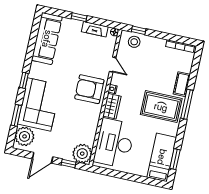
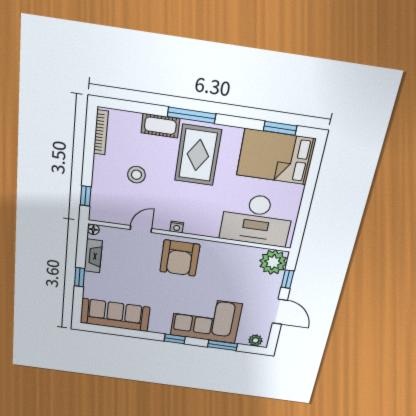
stool: (134, 42) -> (136, 175), moved
wardrobe: (112, 106) -> (202, 227), removed
plant: (25, 136) -> (255, 340), width x0.53, depth x0.53
bed: (162, 157) -> (276, 157), width x1.50

